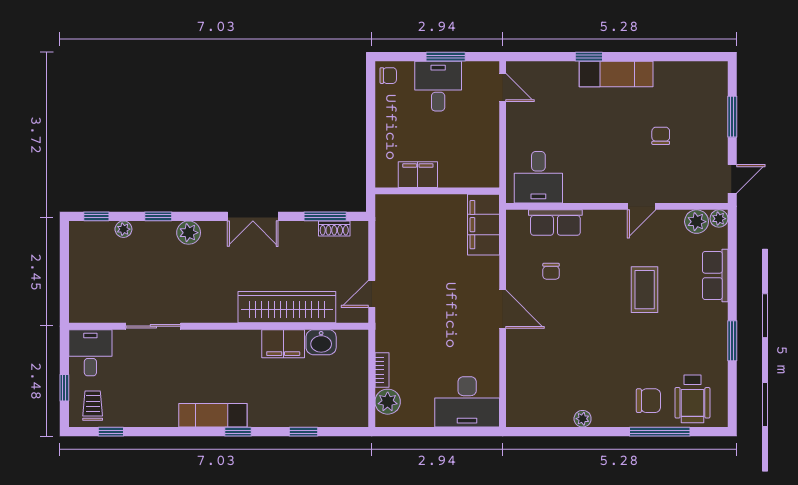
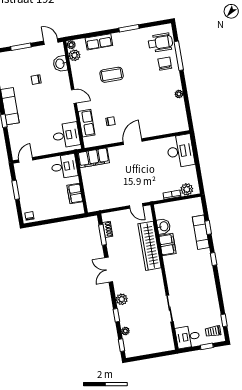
desk: (438, 86) -> (64, 166), moved, turned 180
washbasin: (684, 190) -> (60, 64), added
door: (642, 206) -> (74, 96), moved
double door: (253, 216) -> (109, 270), swing flipped
exam couch: (213, 415) -> (201, 232), moved

